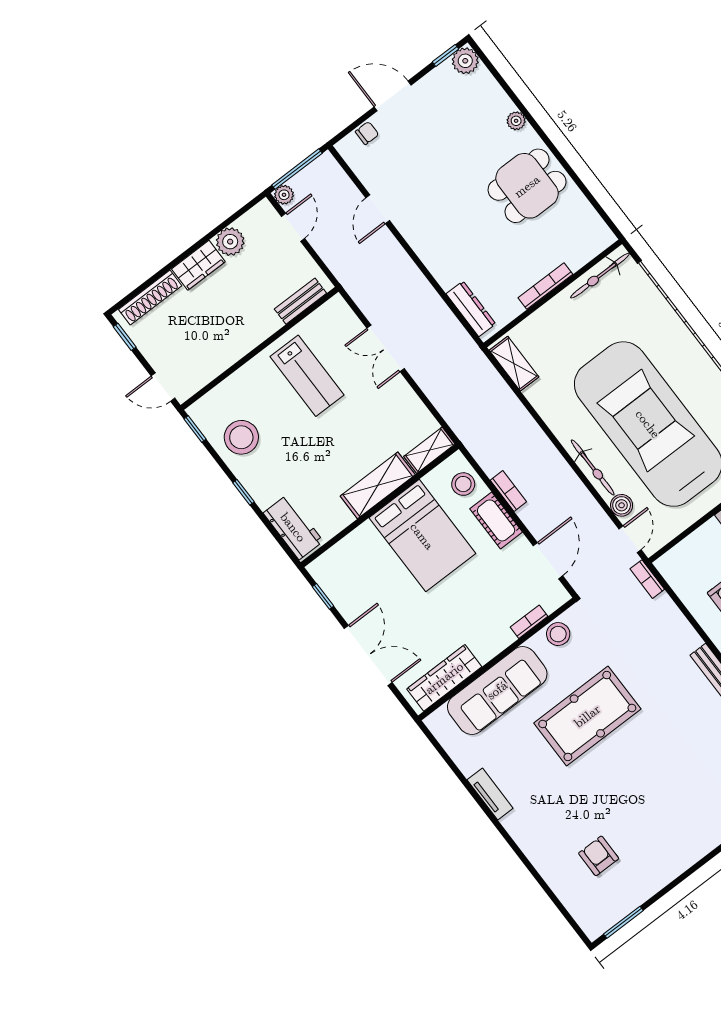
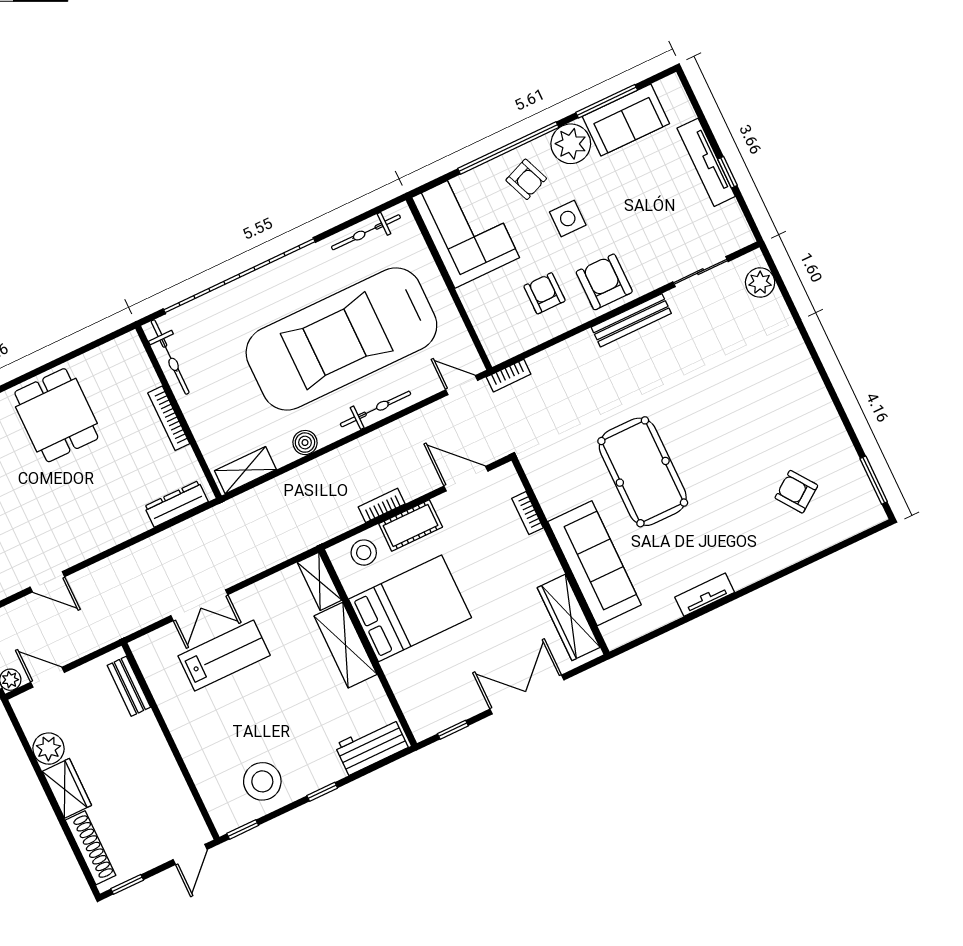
lab bench: (307, 376) -> (224, 656), moved
boiler: (622, 505) -> (305, 443), moved
stool: (558, 634) -> (548, 484), removed
armchair: (599, 856) -> (796, 492), turned 54

